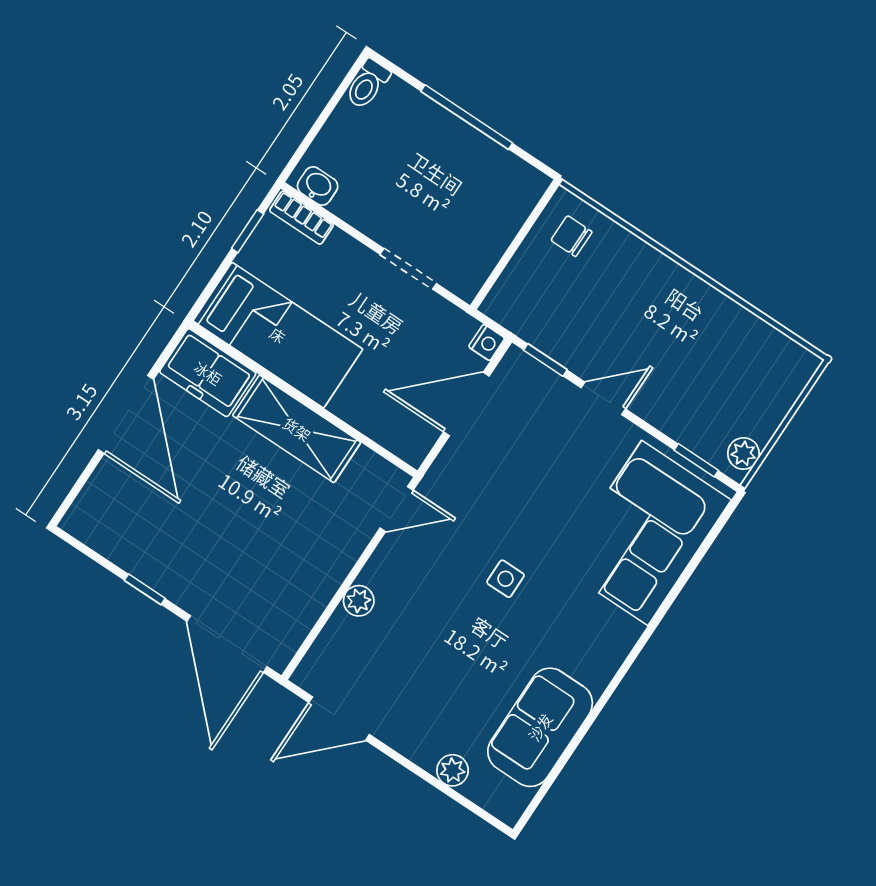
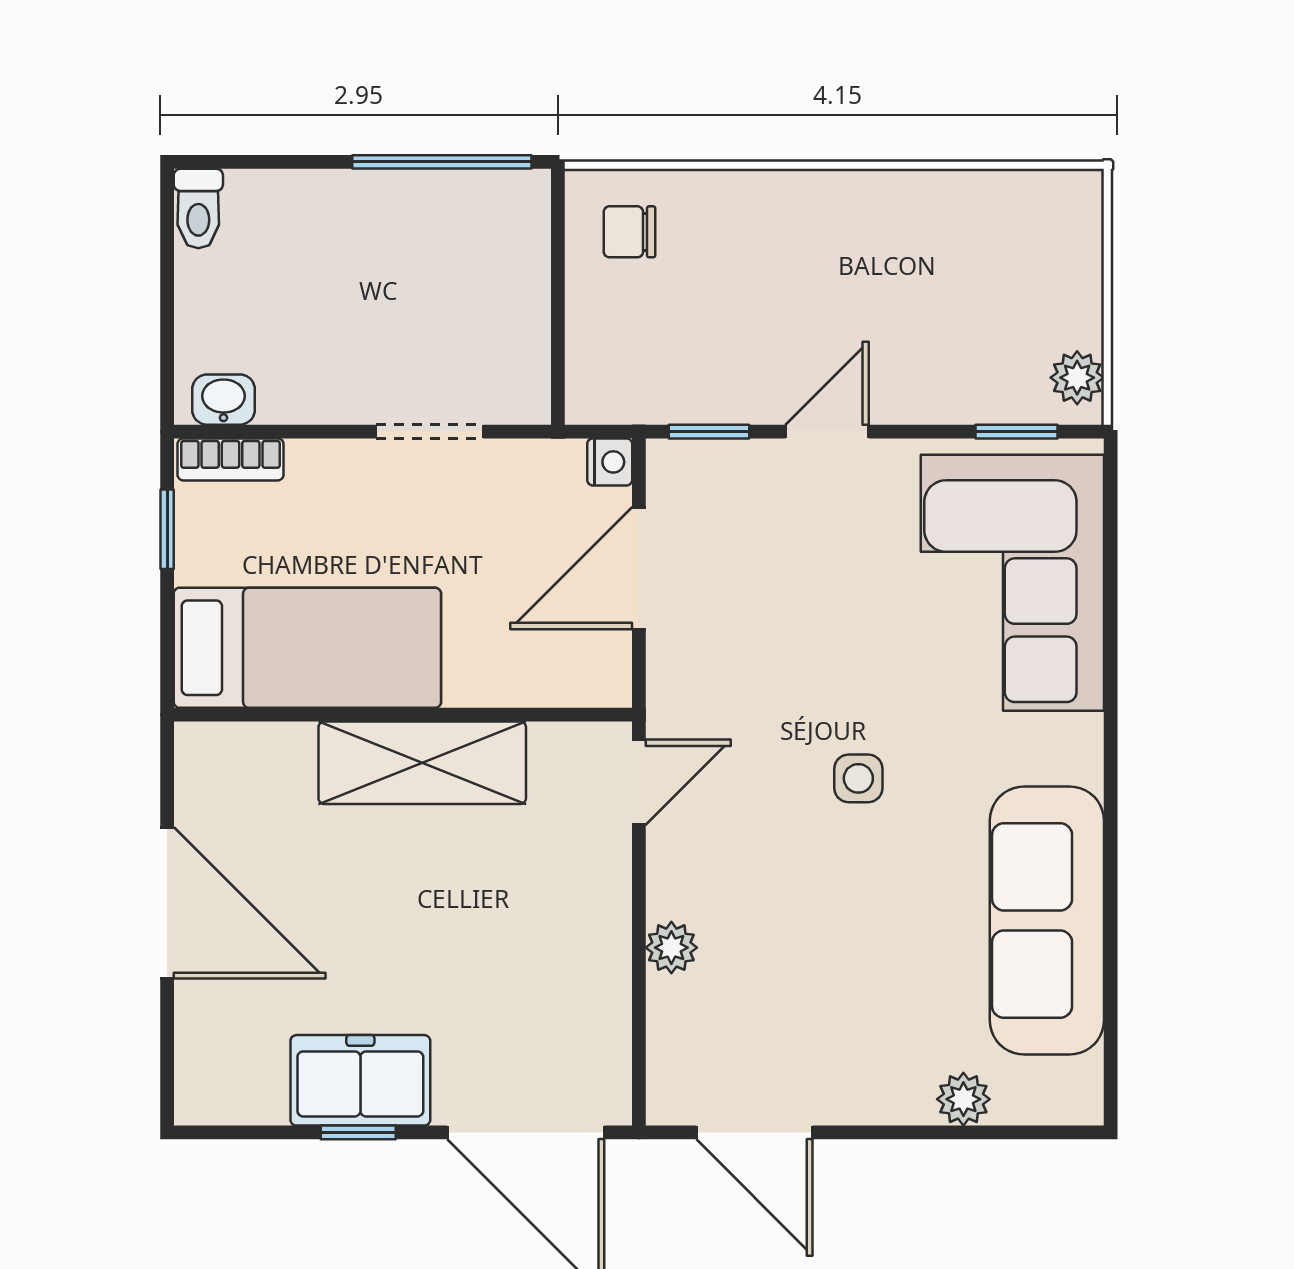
window: (467, 117) -> (442, 162), moved
freezer: (208, 373) -> (360, 1080), moved, turned 180
door: (339, 719) -> (755, 1132), hinge flipped
sofa: (540, 727) -> (1047, 921), width x1.36

